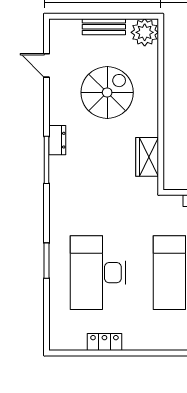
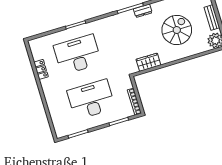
spiral stairs: (107, 92) -> (177, 30), turned -90

